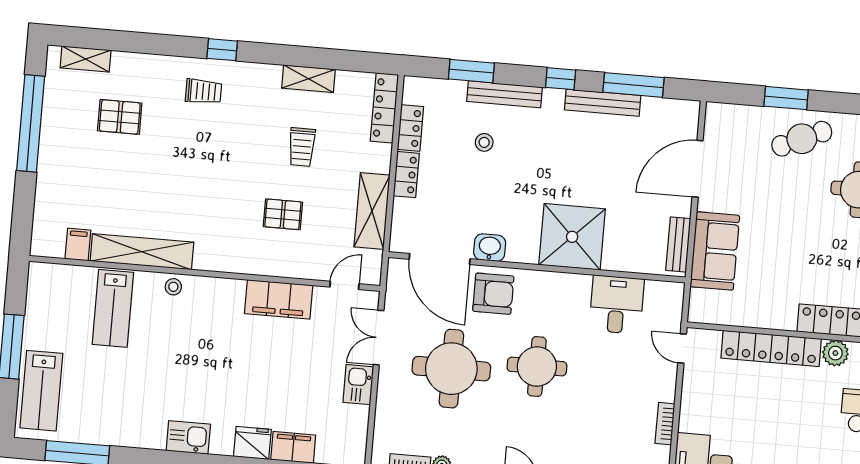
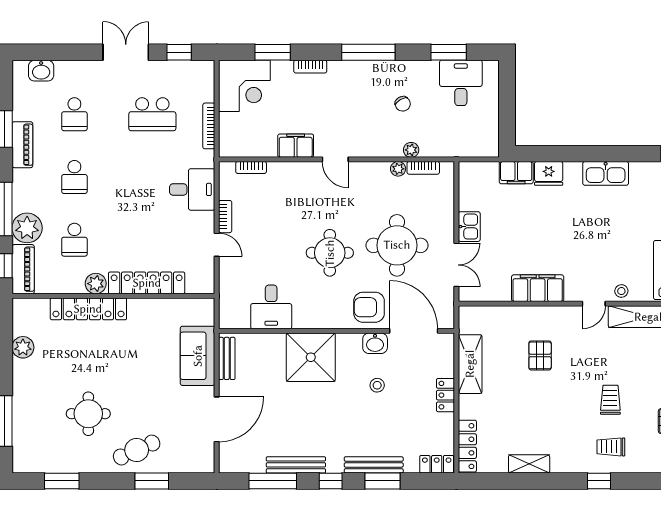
window: (471, 71) -> (383, 481), moved
locker: (410, 128) -> (437, 464), moved, turned 90
stool: (484, 142) -> (377, 385), moved
trolley: (302, 147) -> (610, 400), moved
pallet: (283, 214) -> (540, 355), turned 90
door: (344, 285) -> (594, 304), moved
door: (682, 348) -> (217, 245), moved
kitchen sink: (188, 437) -> (606, 173), width x1.38

